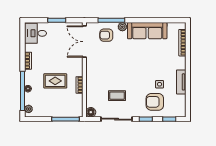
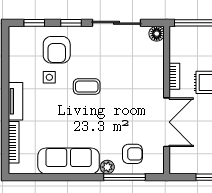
double door: (84, 42) -> (167, 122), moved
tv unit: (181, 82) -> (15, 101), moved
coffee table: (117, 96) -> (87, 87), moved
armchair: (155, 102) -> (57, 50), turned 90

